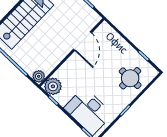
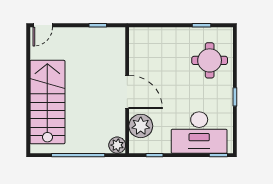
door: (83, 41) -> (127, 92), moved
plant: (53, 86) -> (141, 126), moved

